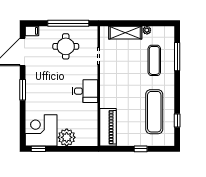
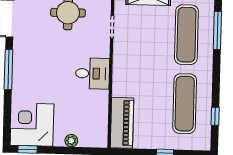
exercise mat: (154, 60) -> (186, 35), width x1.36, depth x1.45
window: (23, 90) -> (8, 69), width x1.44
plant: (67, 137) -> (71, 141), width x0.53, depth x0.53

